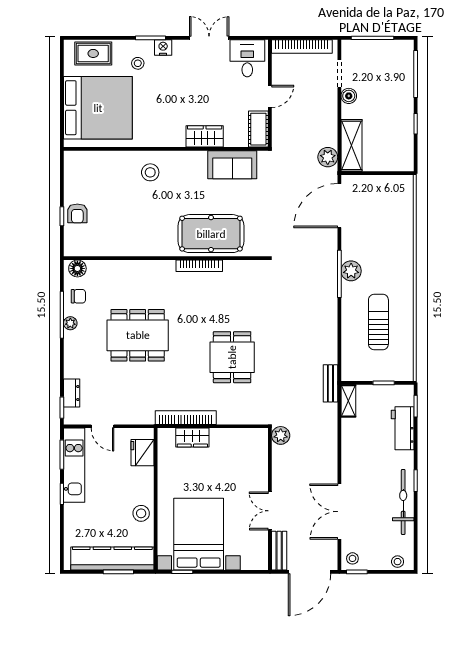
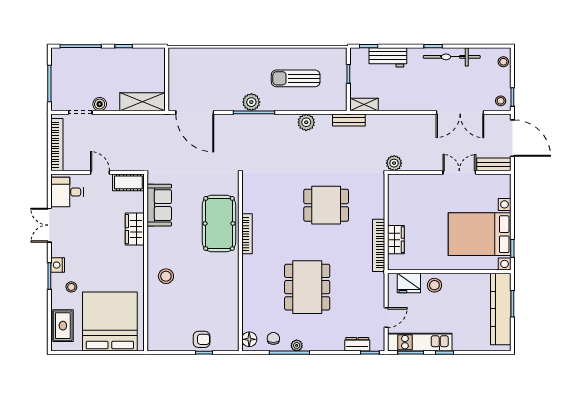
plant: (328, 157) -> (306, 122), moved
double door: (270, 511) -> (459, 172), swing flipped
stool: (141, 513) -> (434, 285), moved

